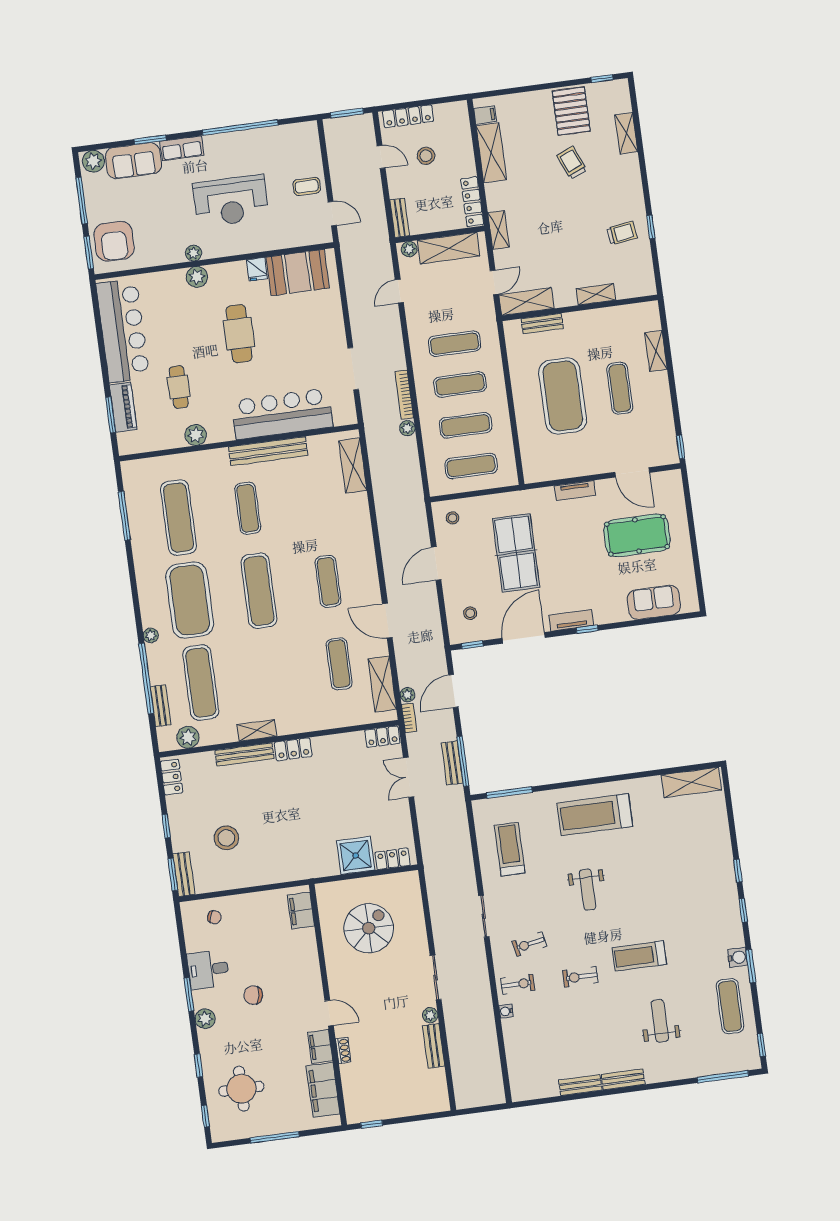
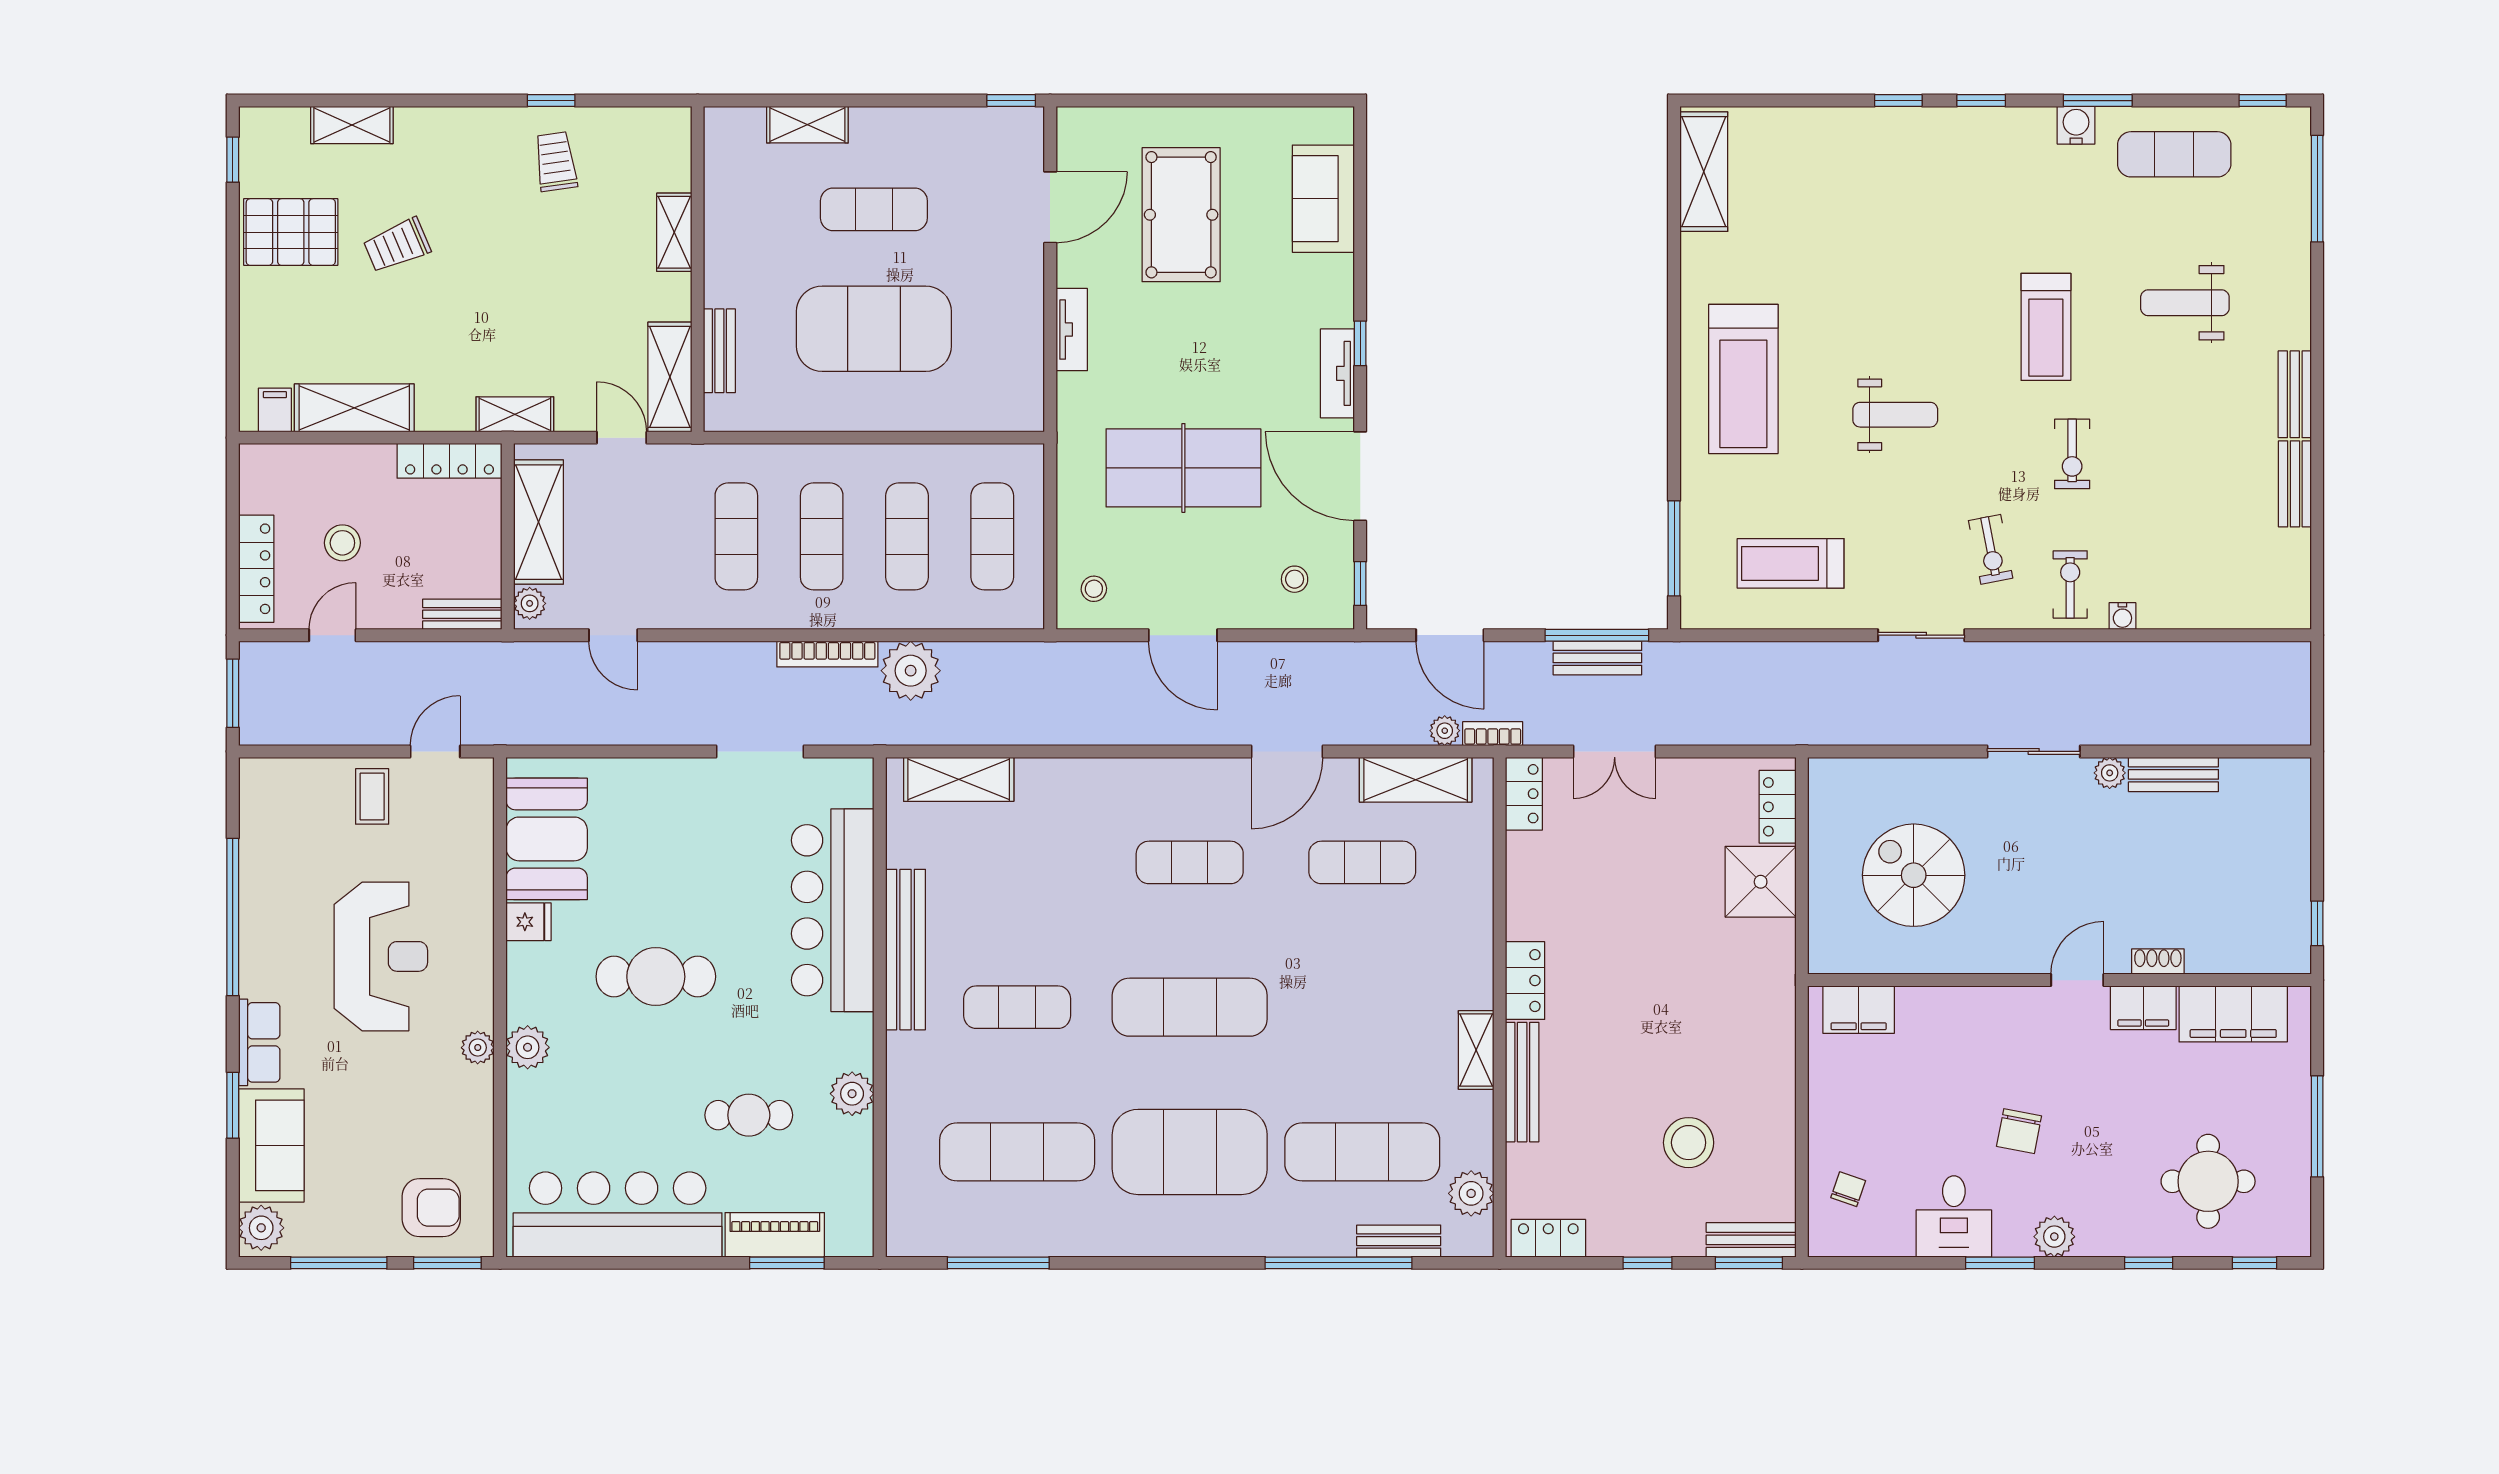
armchair: (114, 241) -> (431, 1208), width x0.73, depth x0.73
plant: (407, 428) -> (911, 671), width x1.88, depth x1.88
plant: (151, 635) -> (1251, 1242), removed

